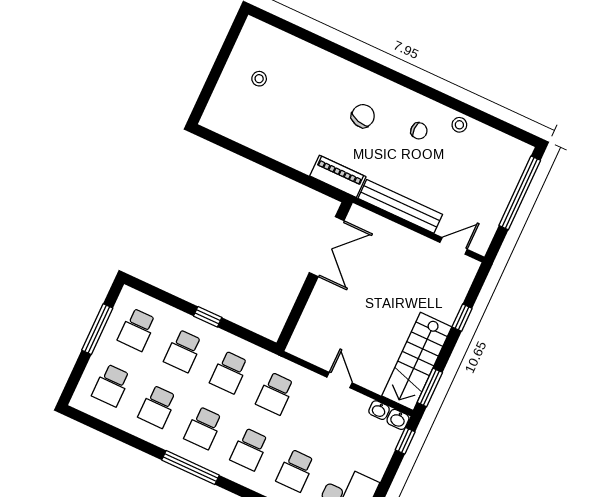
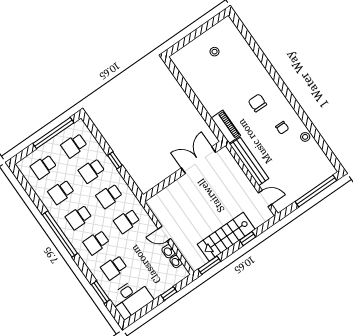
chair: (363, 116) -> (257, 103), turned -106
double door: (327, 247) -> (199, 160), swing flipped
window: (97, 329) -> (53, 133), width x1.46
stairs: (417, 361) -> (226, 237), moved
door: (340, 380) -> (165, 234), swing flipped
washbasin: (398, 419) -> (168, 251), moved
window: (405, 441) -> (169, 294), moved
window: (190, 468) -> (60, 234), width x1.46

